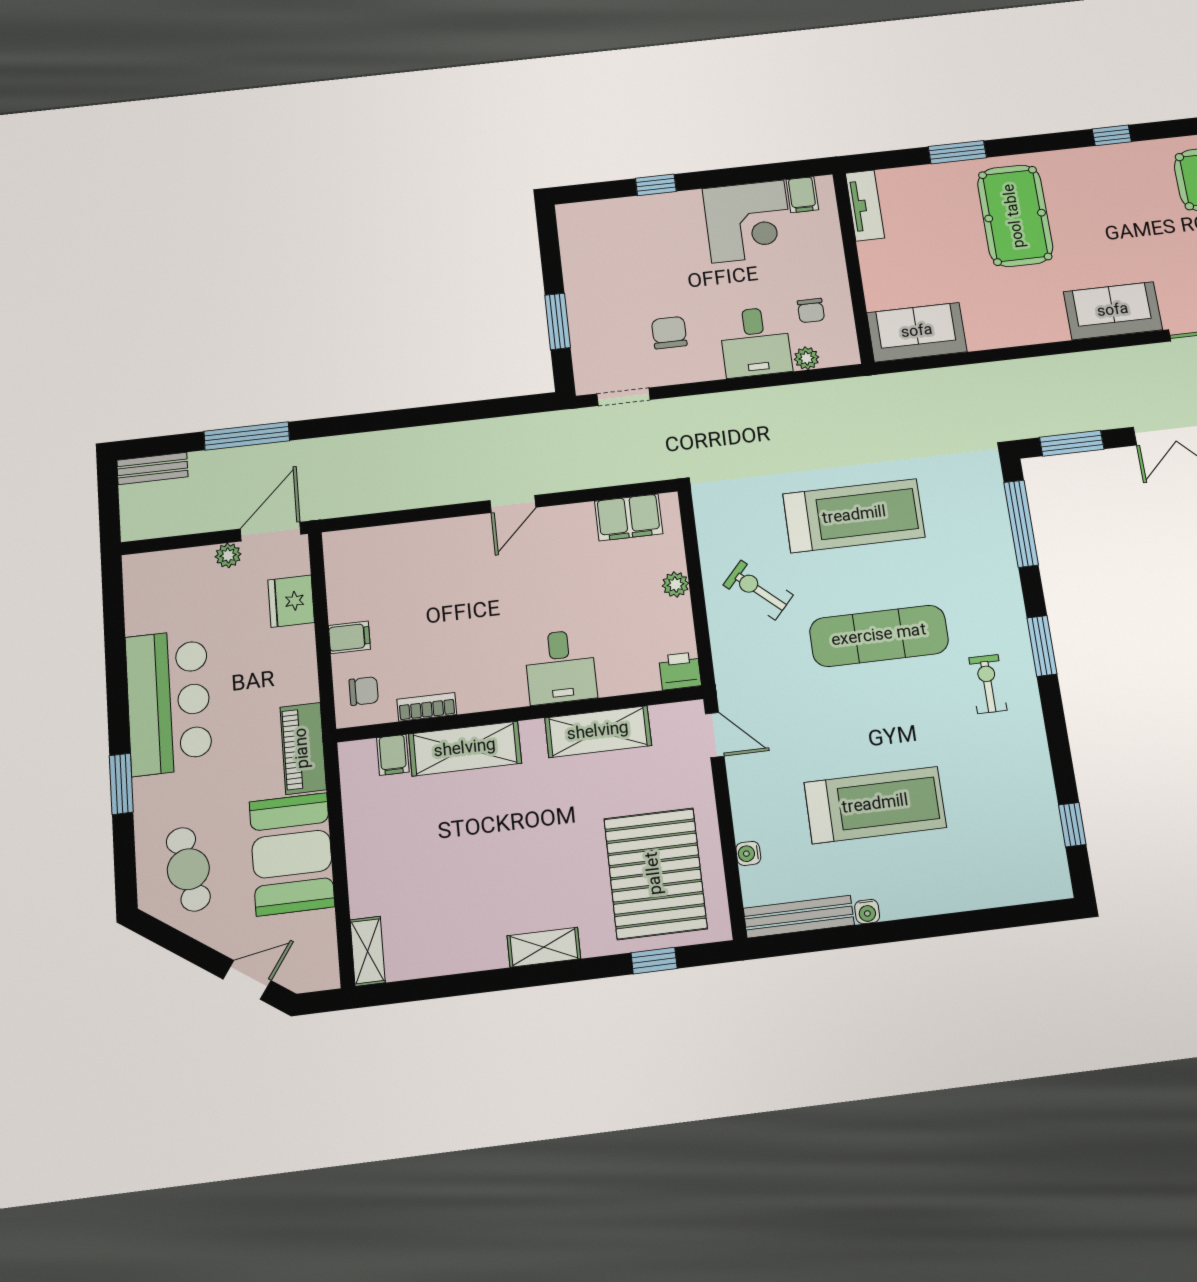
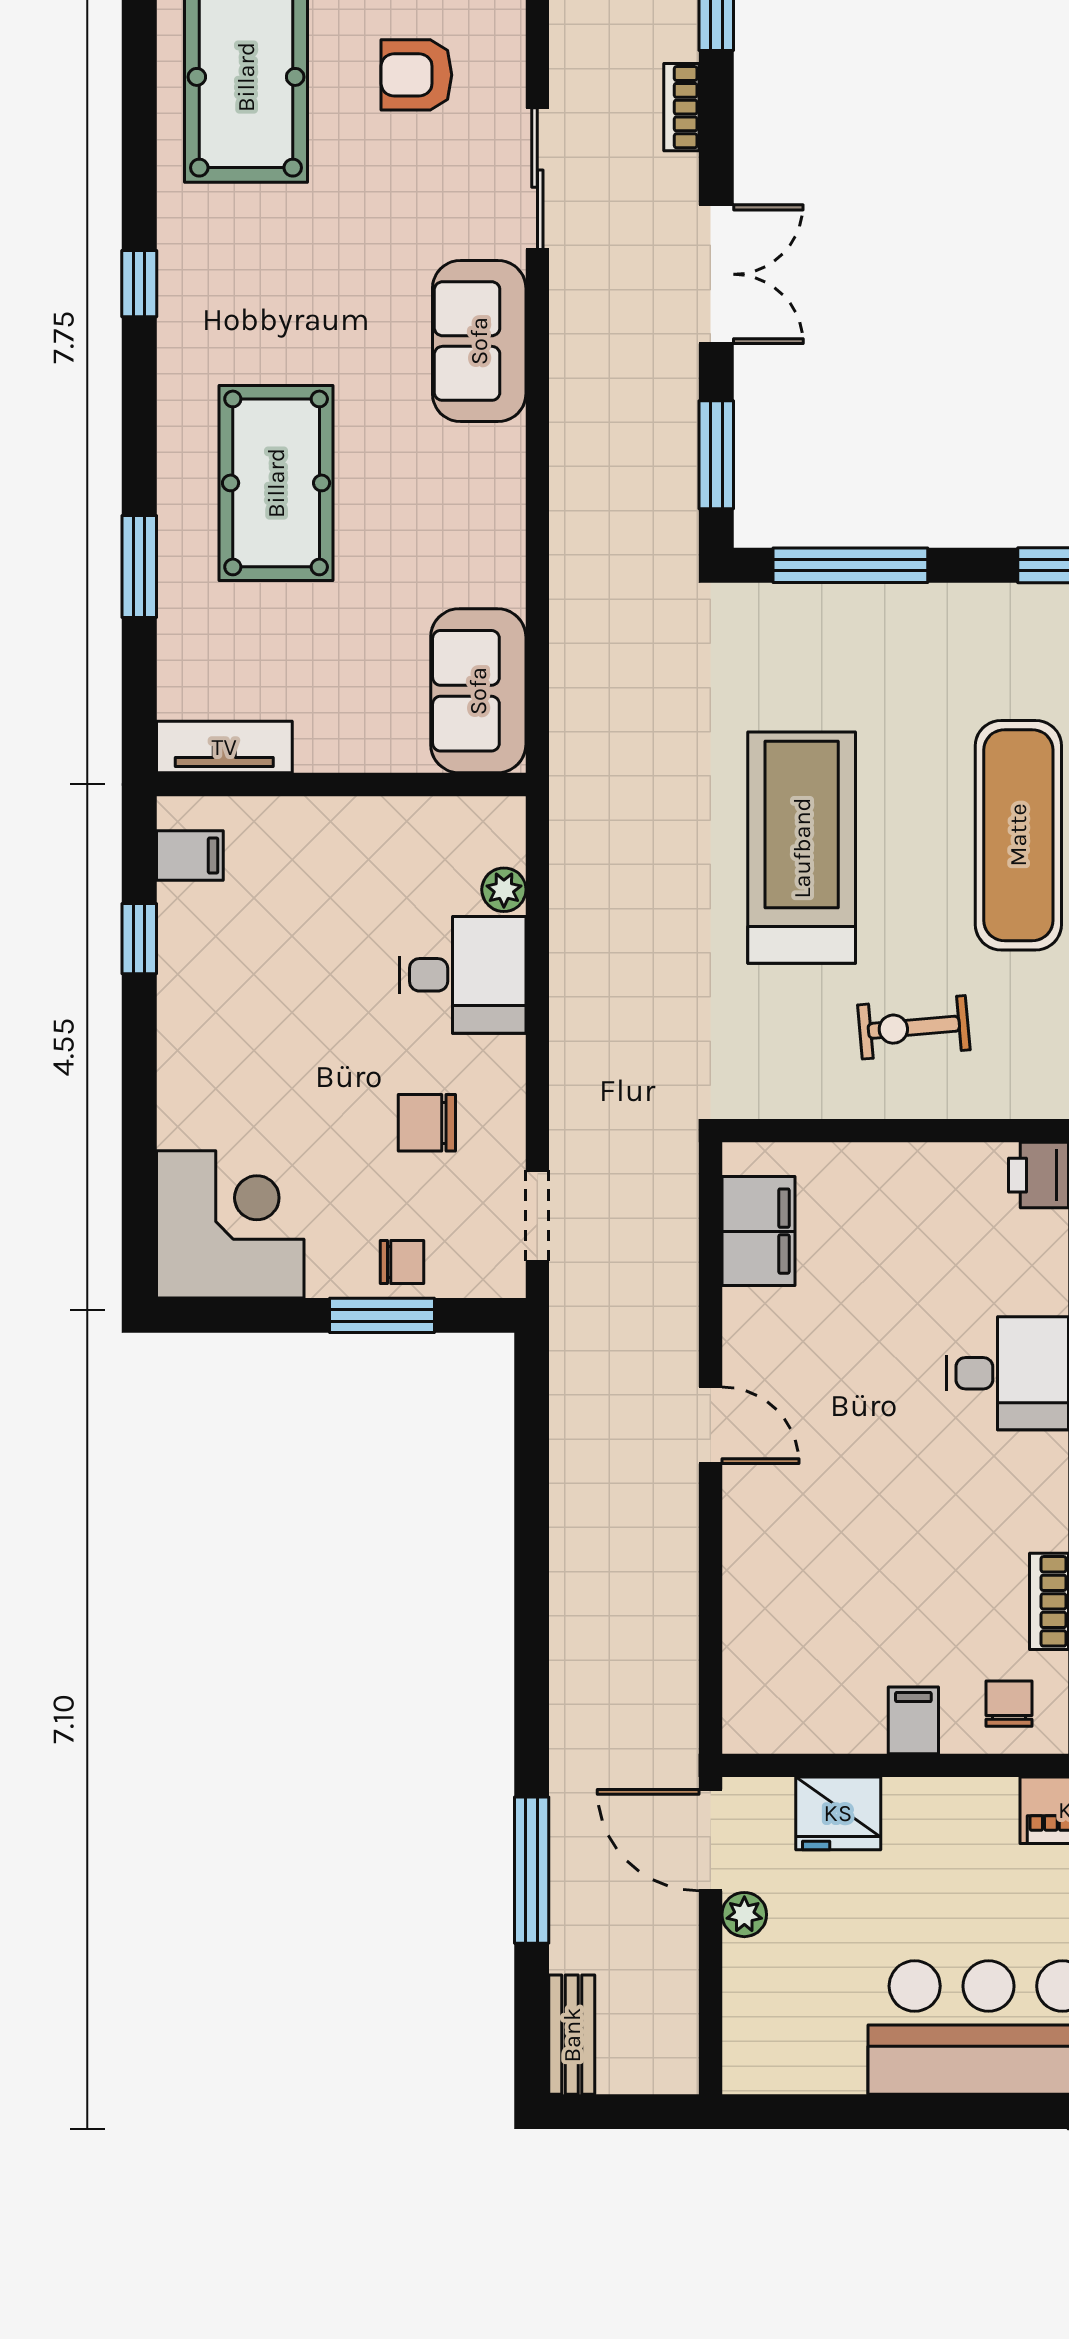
window: (656, 185) -> (139, 939), moved
pool table: (1015, 216) -> (276, 483), turned 90
corner desk: (748, 221) -> (230, 1224), moved
chair: (811, 311) -> (402, 1262), moved
plant: (676, 585) -> (887, 1165), removed
exercise bike: (758, 590) -> (914, 1027), turned 43

